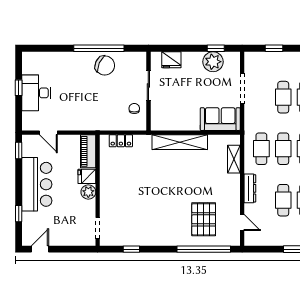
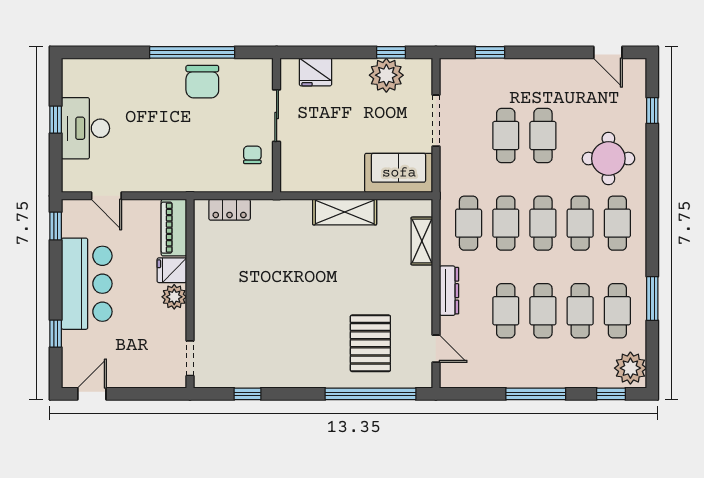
chair: (105, 65) -> (202, 82), turned 66
shelving: (180, 142) -> (345, 212), width x0.68

